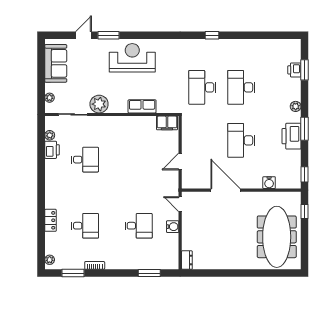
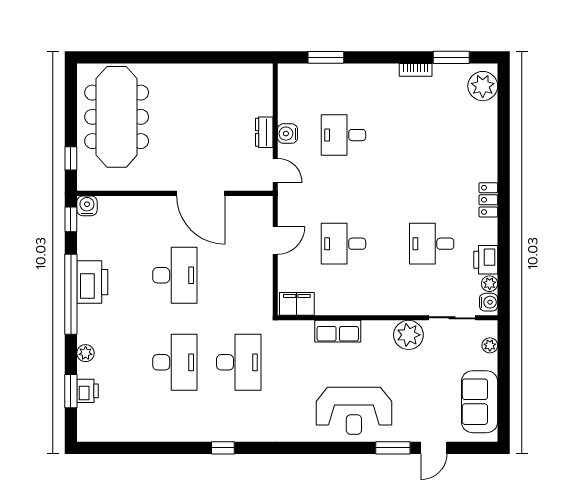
plant: (296, 106) -> (86, 353), moved
water cooler: (50, 124) -> (489, 302), added
window: (305, 129) -> (71, 294), width x2.11
water cooler: (269, 183) -> (87, 206), moved
locker: (50, 220) -> (488, 200), moved
desk: (85, 226) -> (343, 244), moved
plant: (50, 260) -> (483, 86), width x1.88, depth x1.88
dresser: (187, 260) -> (264, 132), moved

